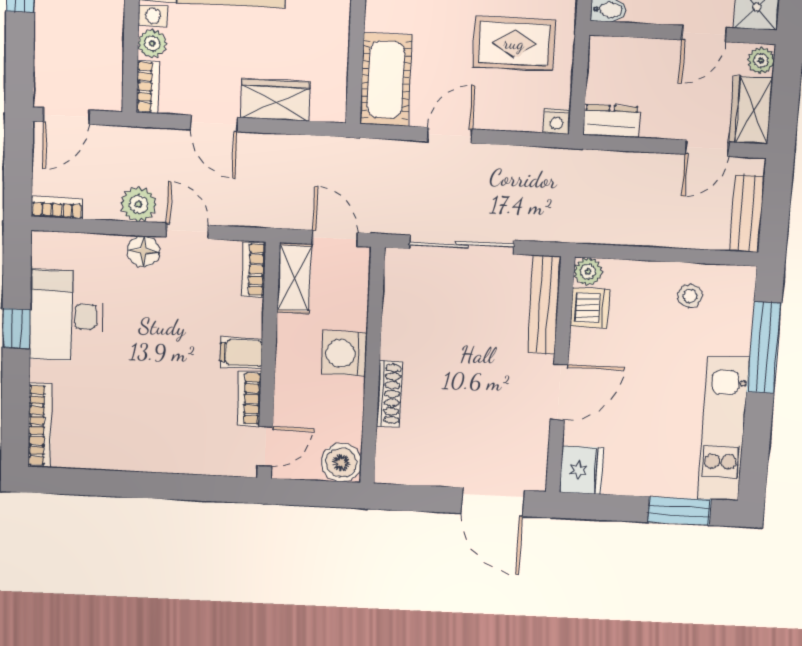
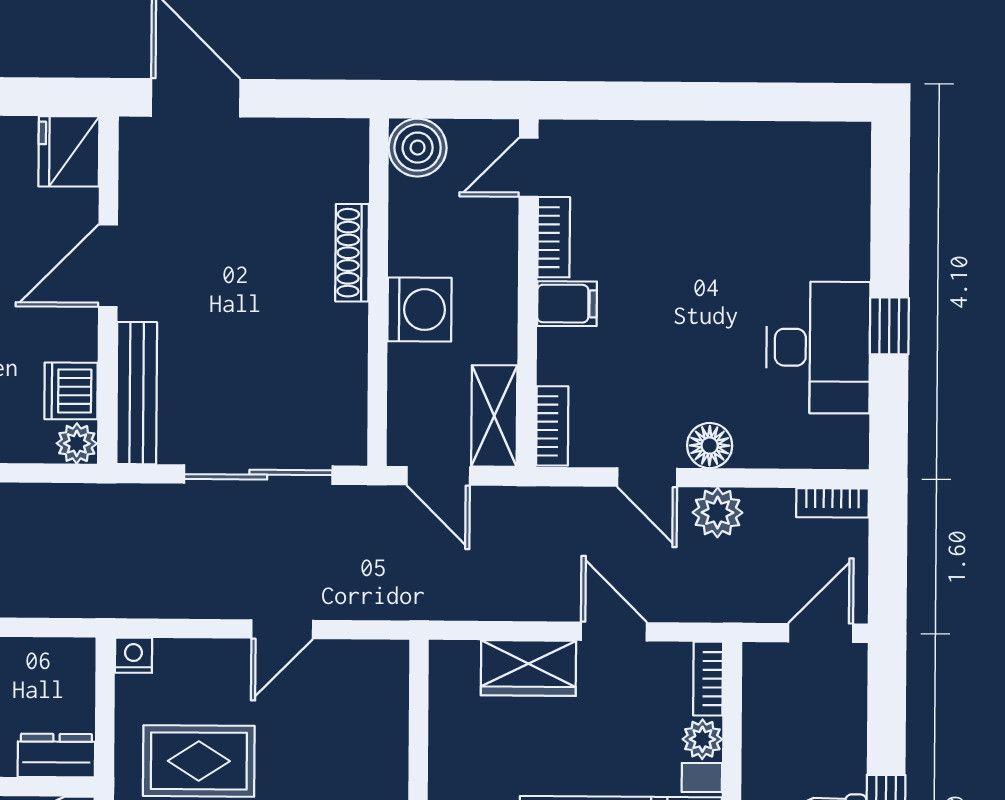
cot: (386, 80) -> (375, 703), removed
dresser: (611, 121) -> (56, 755), moved, turned 180
bookcase: (40, 426) -> (855, 184), removed

